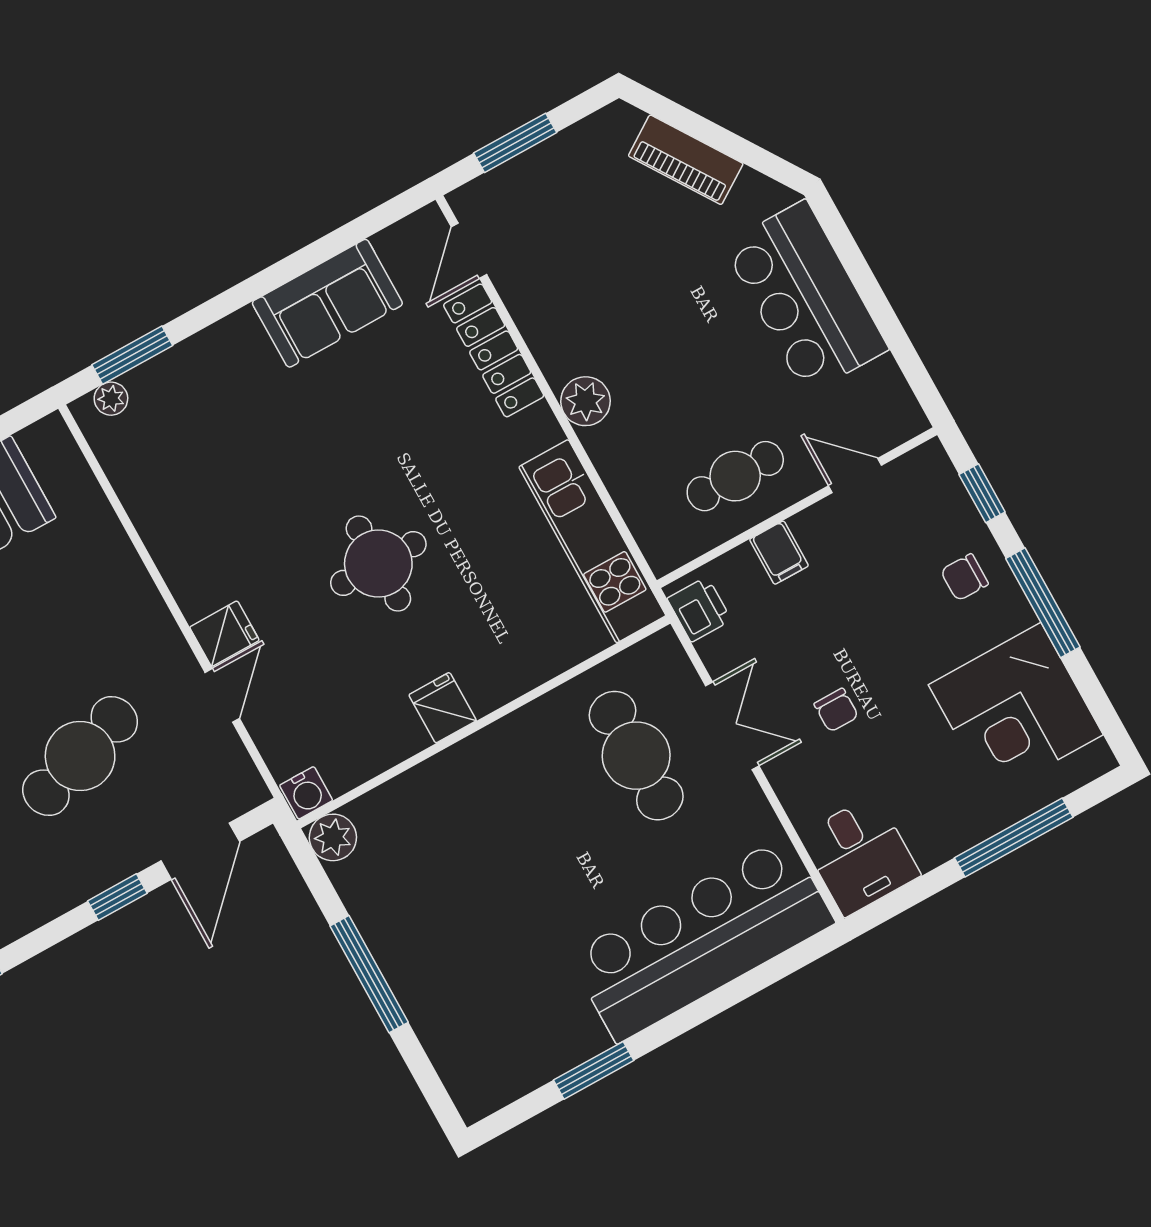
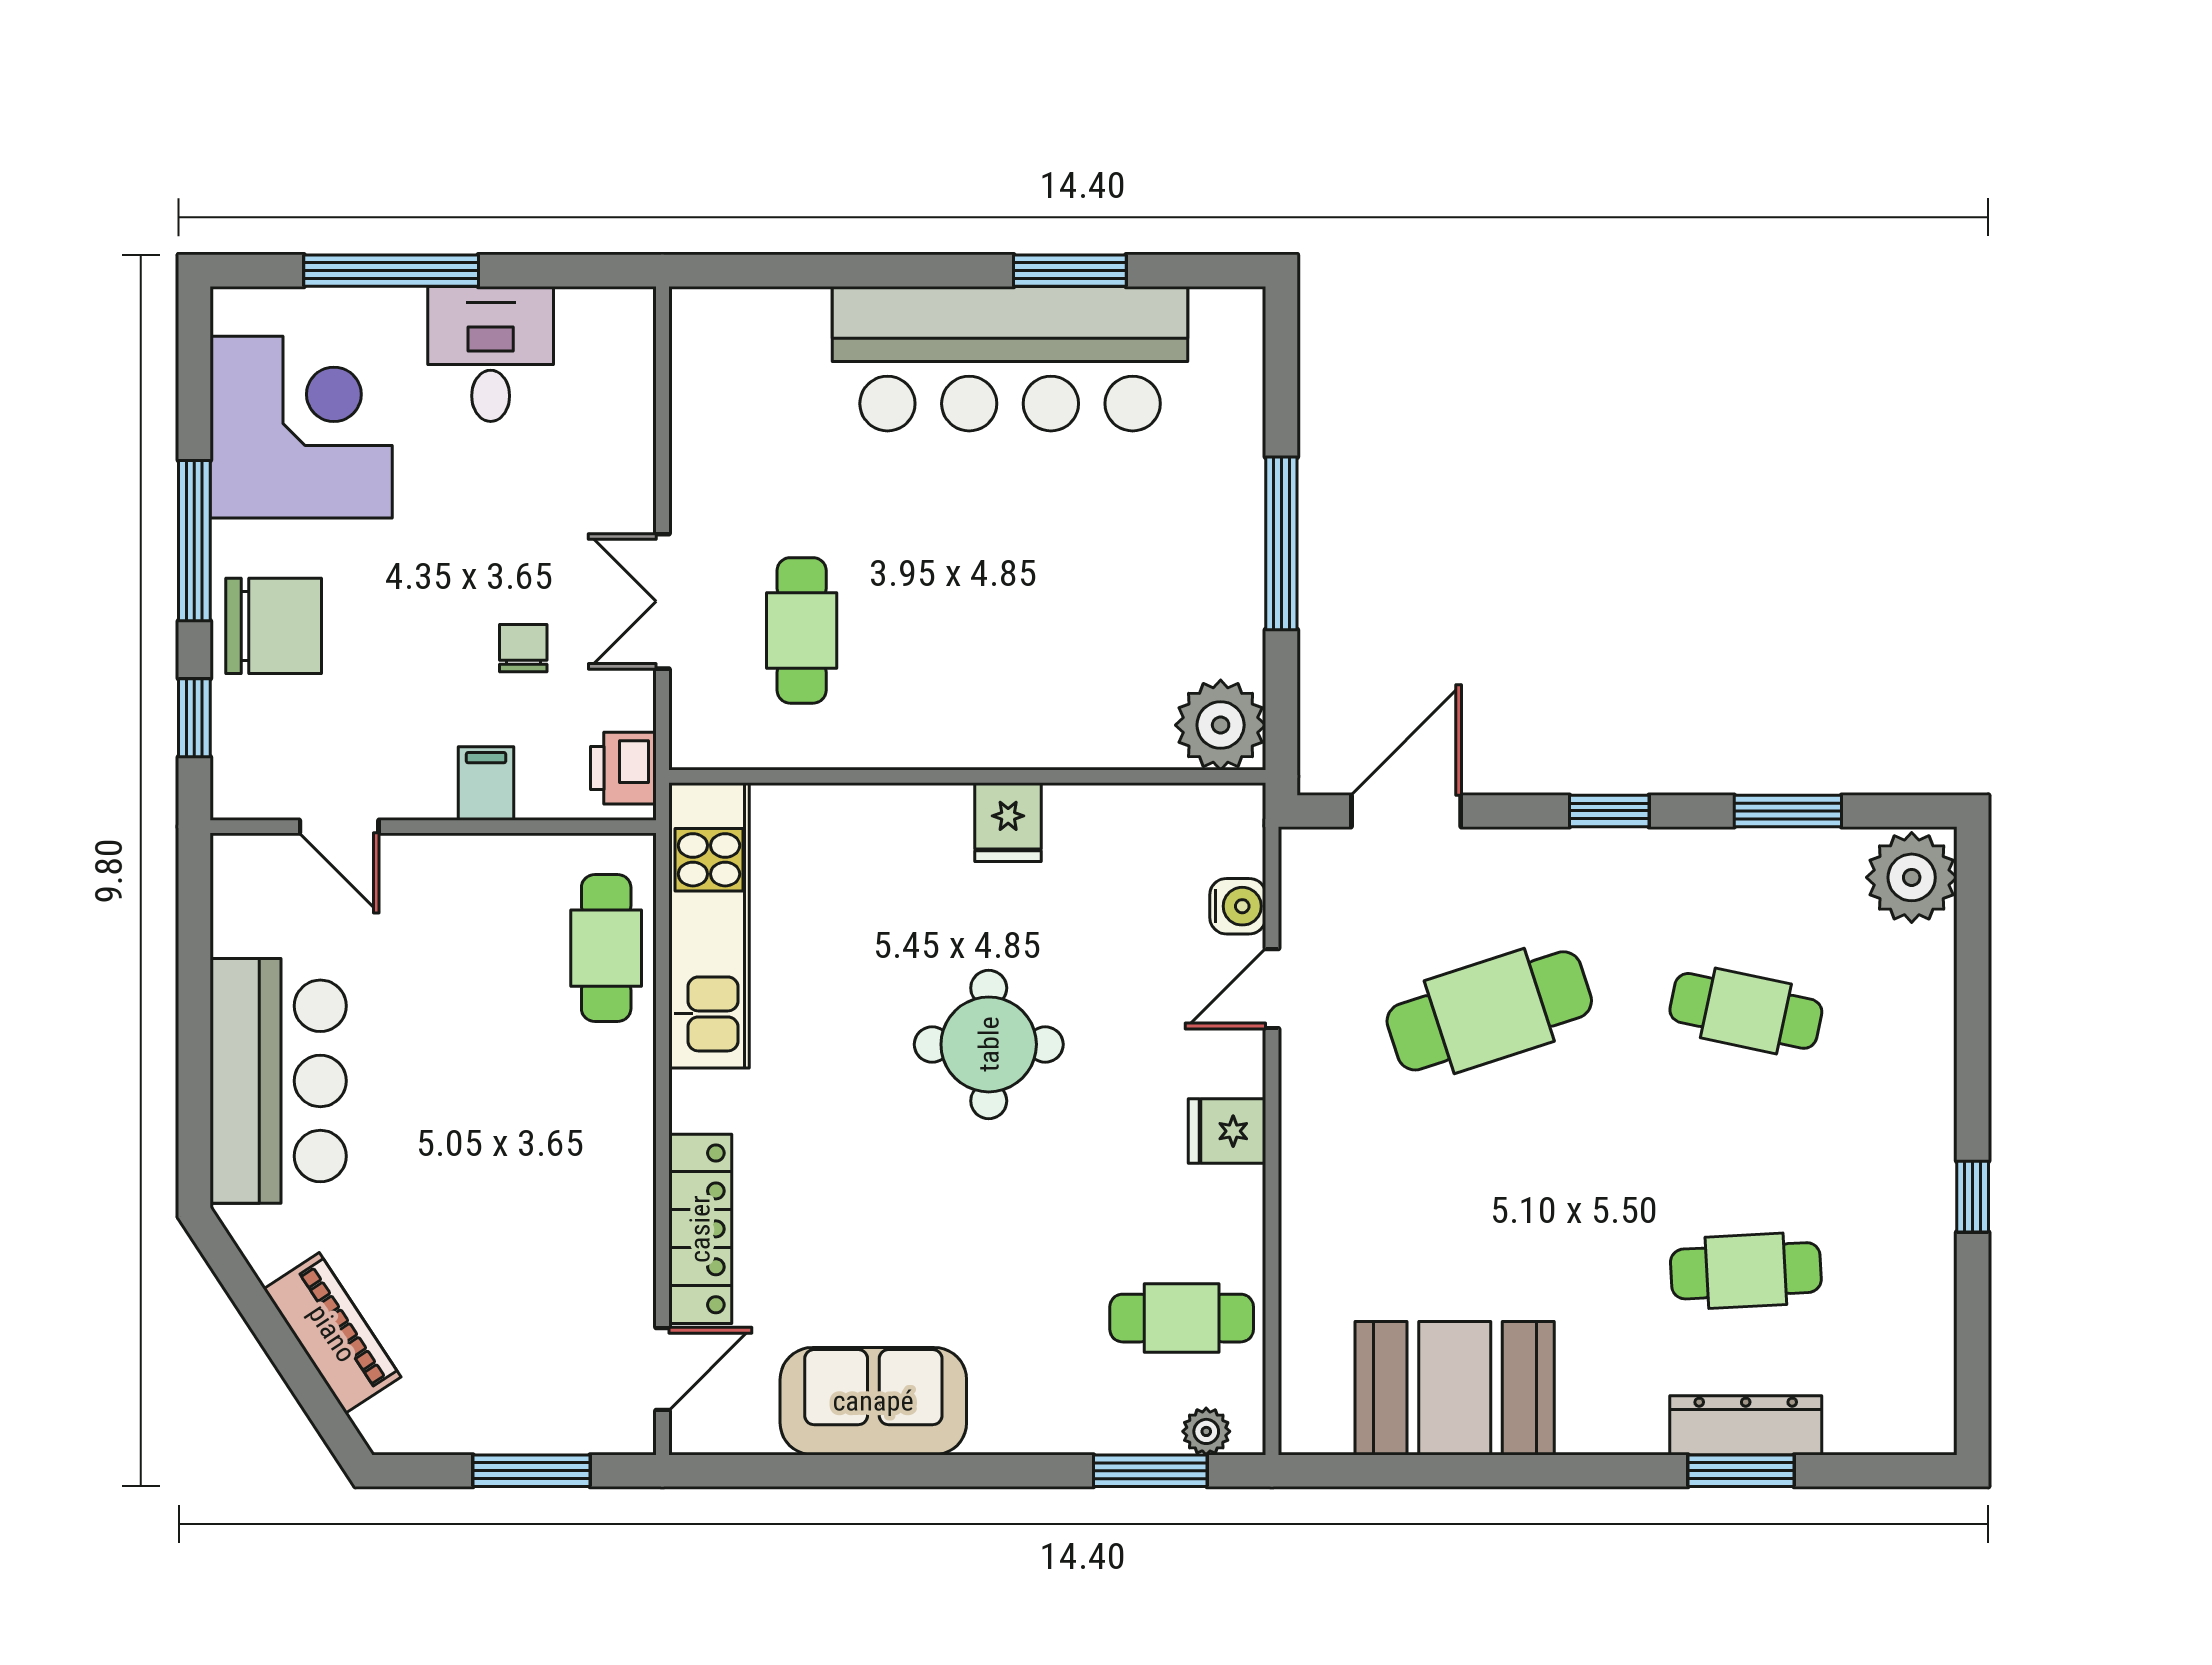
plant: (585, 401) -> (621, 1103), removed
cafe table: (165, 460) -> (1182, 1318), added
cafe table: (735, 476) -> (606, 948), moved, turned 90
chair: (964, 577) -> (274, 626), width x1.87, depth x1.87
fridge: (224, 634) -> (1227, 1131), moved
chair: (836, 710) -> (523, 648), moved
cafe table: (636, 756) -> (802, 630), width x0.73, depth x0.74
water cooler: (306, 793) -> (1238, 906), moved, turned 90
plant: (333, 837) -> (1221, 725), width x1.36, depth x1.36
desk: (860, 855) -> (491, 354), moved
window: (117, 897) -> (1609, 811), moved
bar counter: (702, 939) -> (1010, 359), moved

